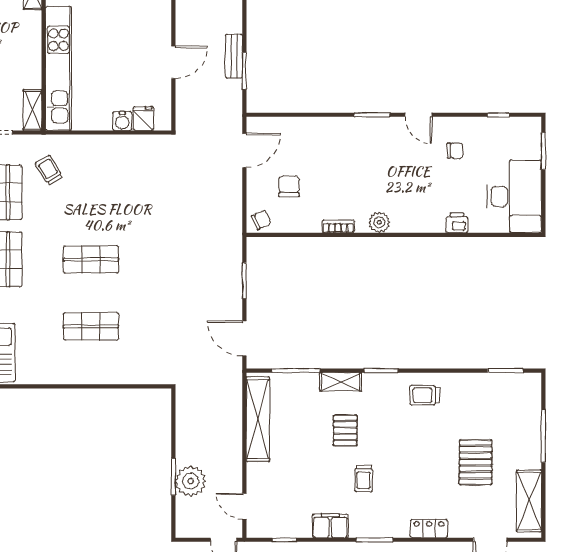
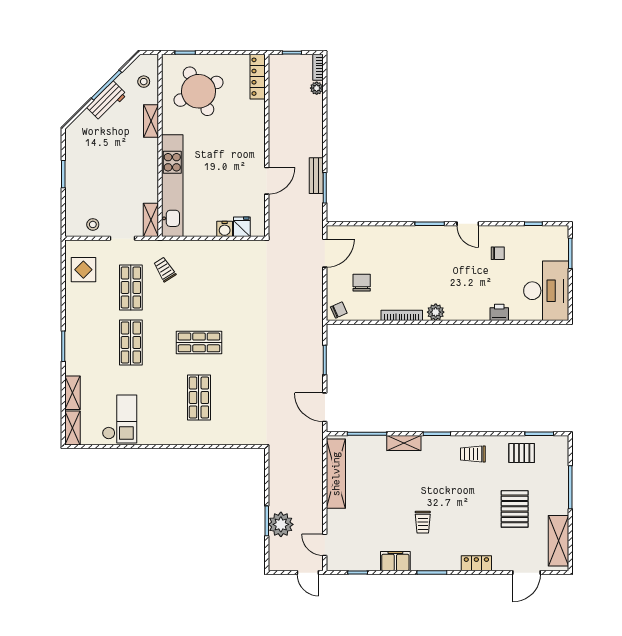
bookcase: (338, 226) -> (402, 315), width x1.56
shop shelf: (91, 326) -> (199, 397), turned 90
pallet: (345, 430) -> (522, 453), moved, turned 90

